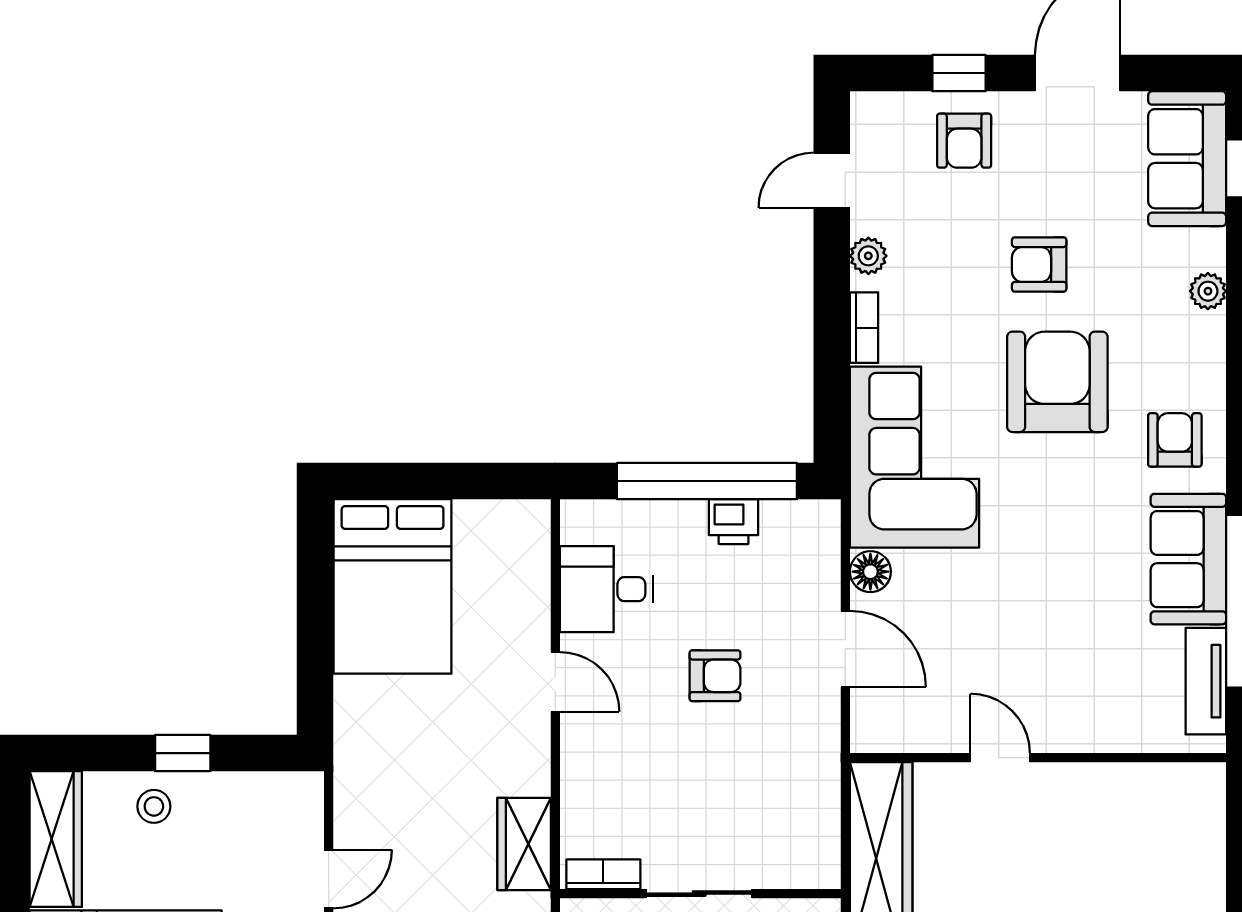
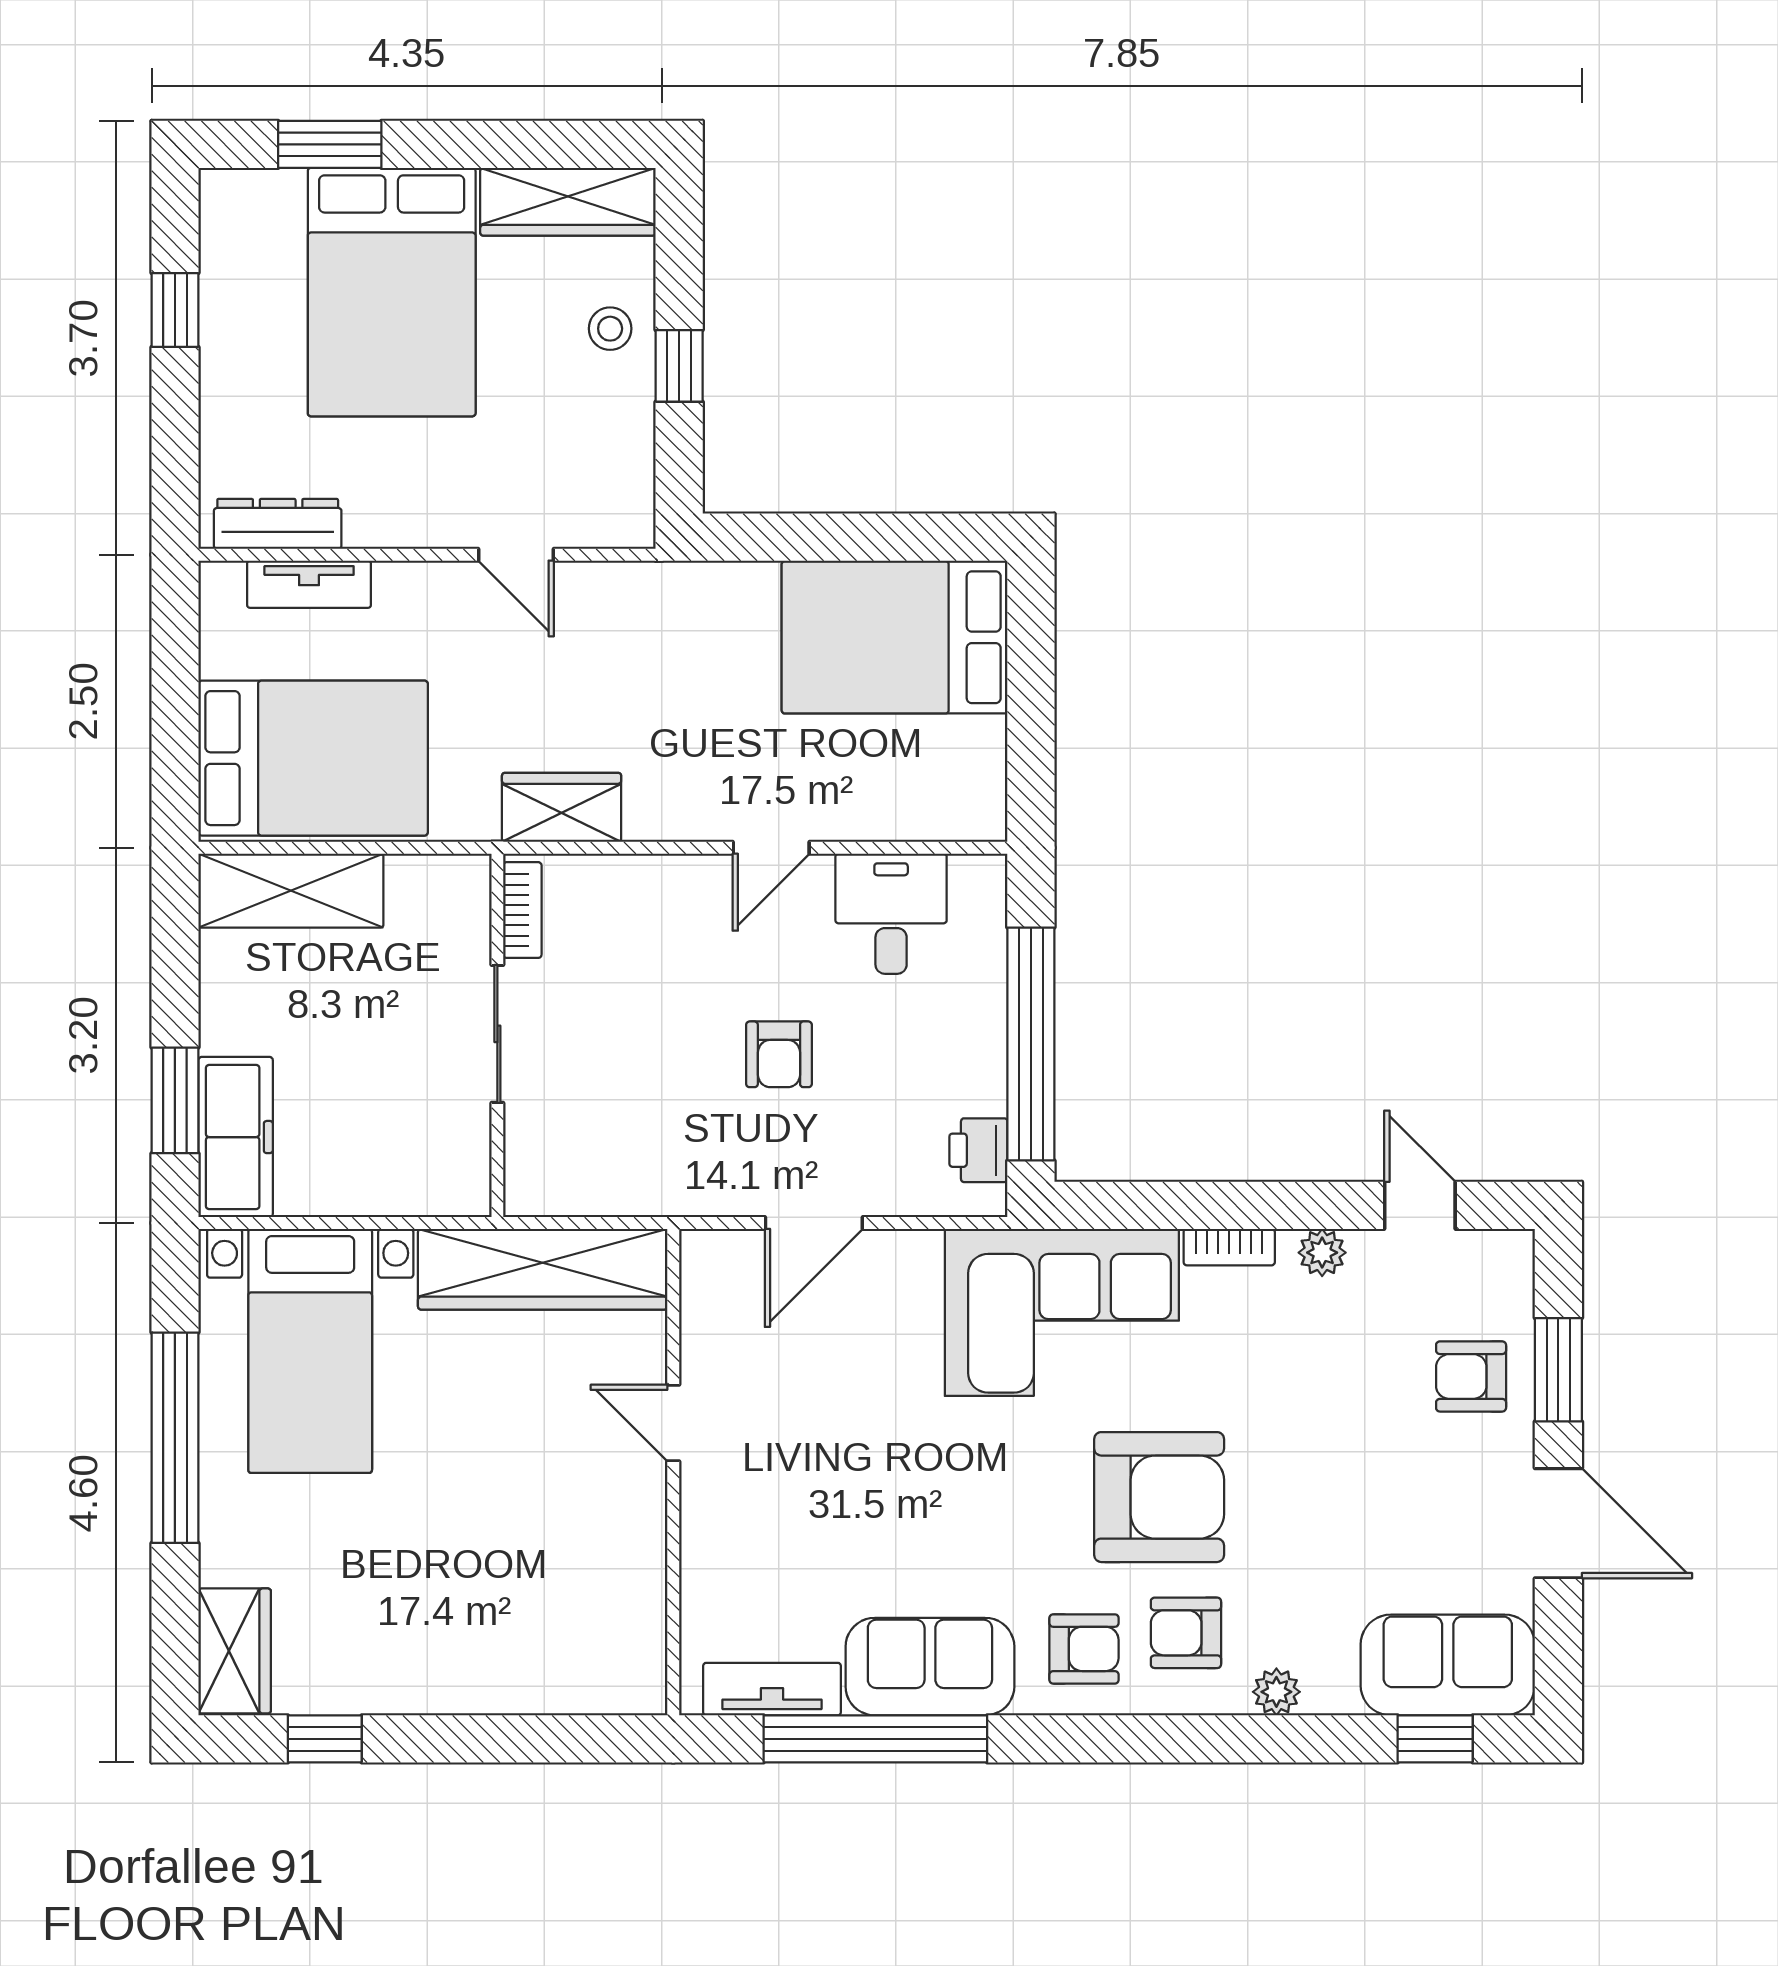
window: (959, 73) -> (1558, 1370), width x1.50
armchair: (1039, 264) -> (1186, 1633), moved, turned -90
printer: (733, 522) -> (978, 1150), moved
floor lamp: (870, 572) -> (914, 1255), removed
door: (1000, 758) -> (673, 1423), swing flipped

